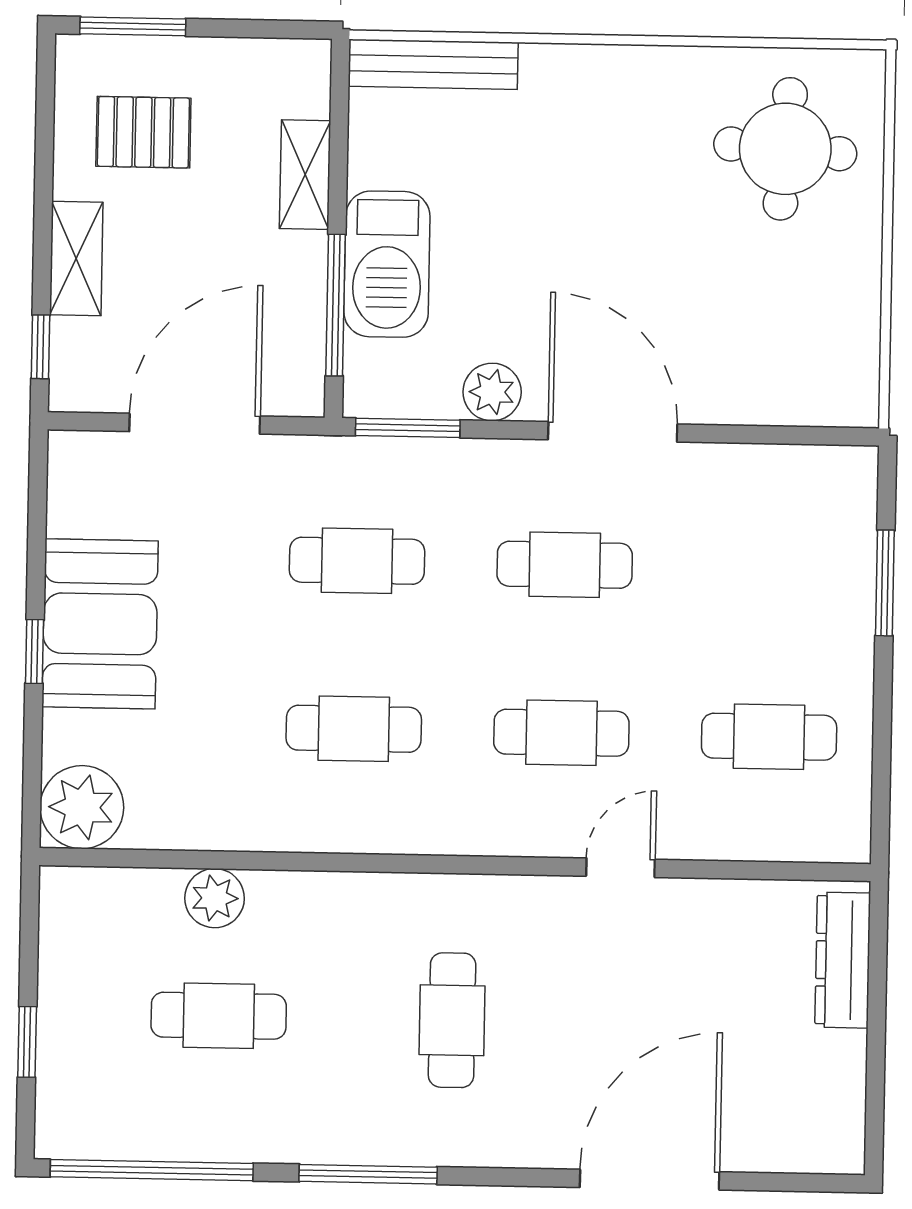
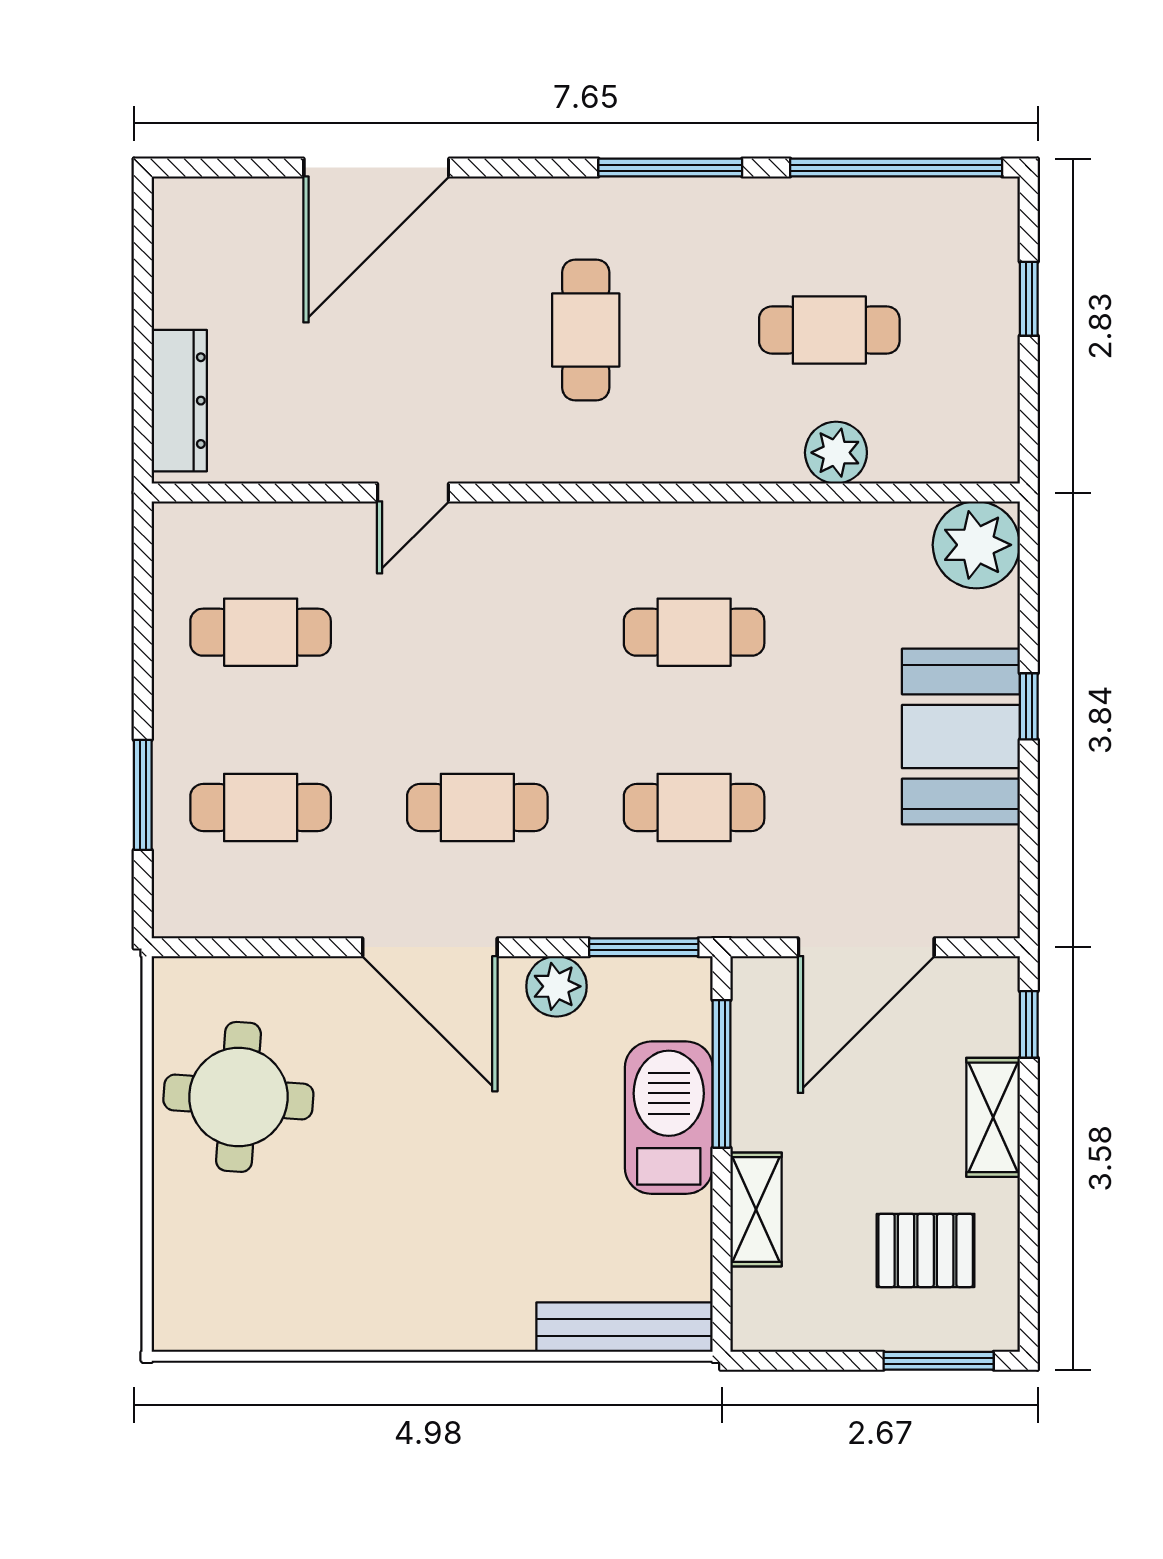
round table: (785, 149) -> (238, 1097), moved
cafe table: (561, 733) -> (261, 807), moved

